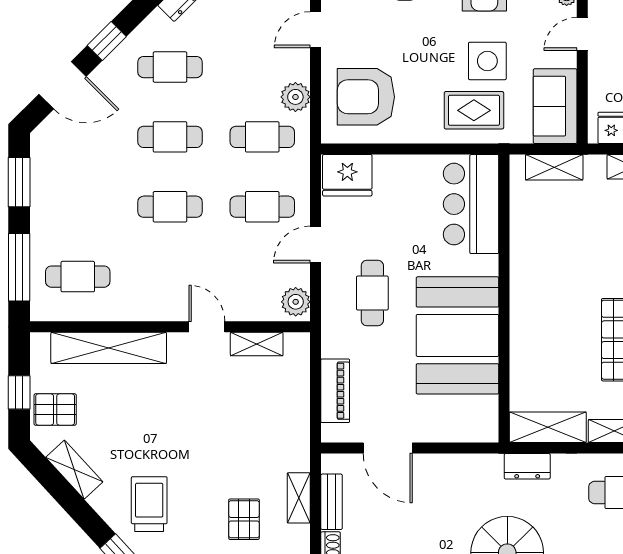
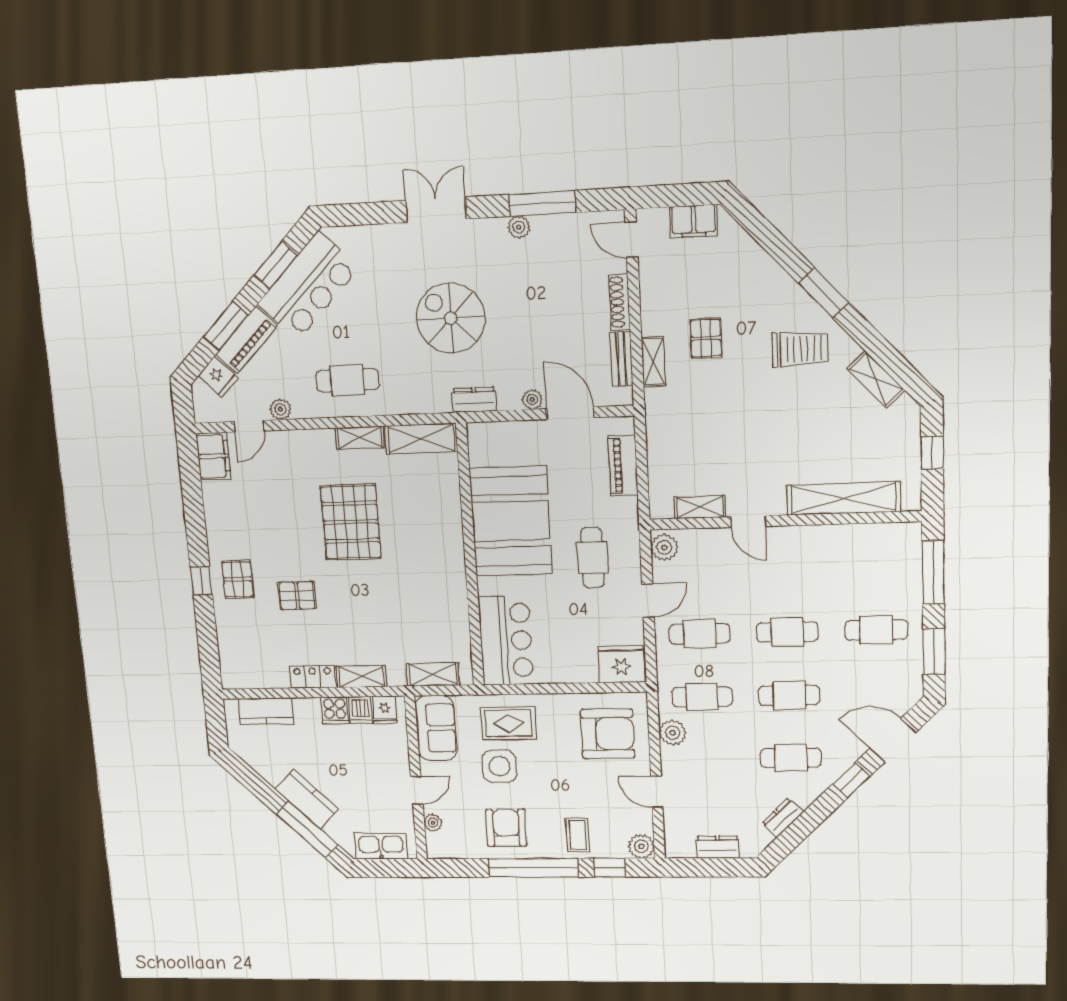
door: (315, 30) -> (657, 792), swing flipped
cafe table: (78, 277) -> (876, 630), moved
pallet: (55, 409) -> (896, 437), removed
plant: (427, 464) -> (532, 400), added
dresser: (527, 466) -> (474, 400), moved
trolley: (149, 504) -> (800, 349), turned -90

